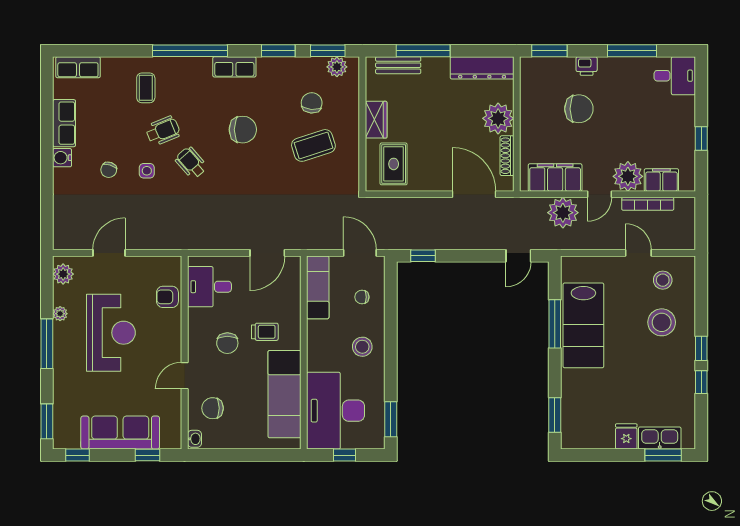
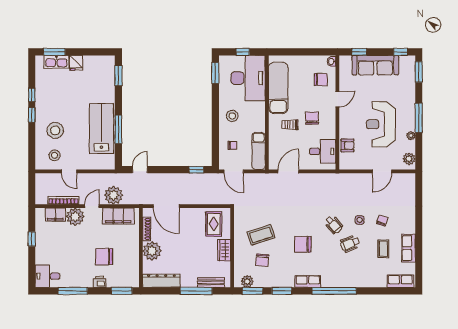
coffee table: (146, 88) -> (383, 249), moved
water cooler: (62, 158) -> (410, 228), removed

